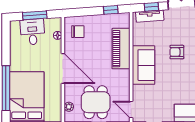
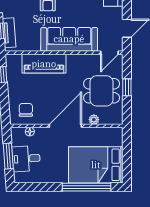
sofa: (144, 65) -> (69, 39), width x1.36
plant: (69, 107) -> (94, 120), moved

